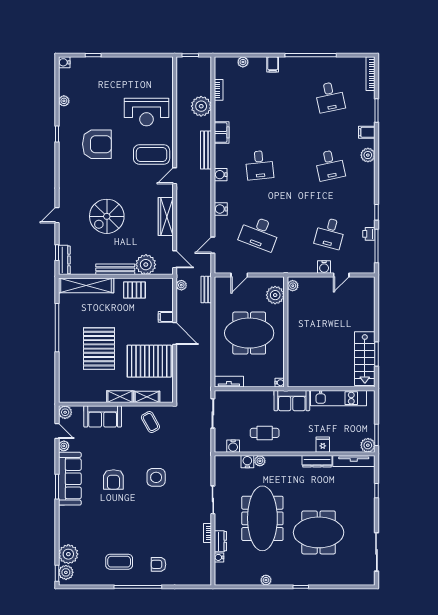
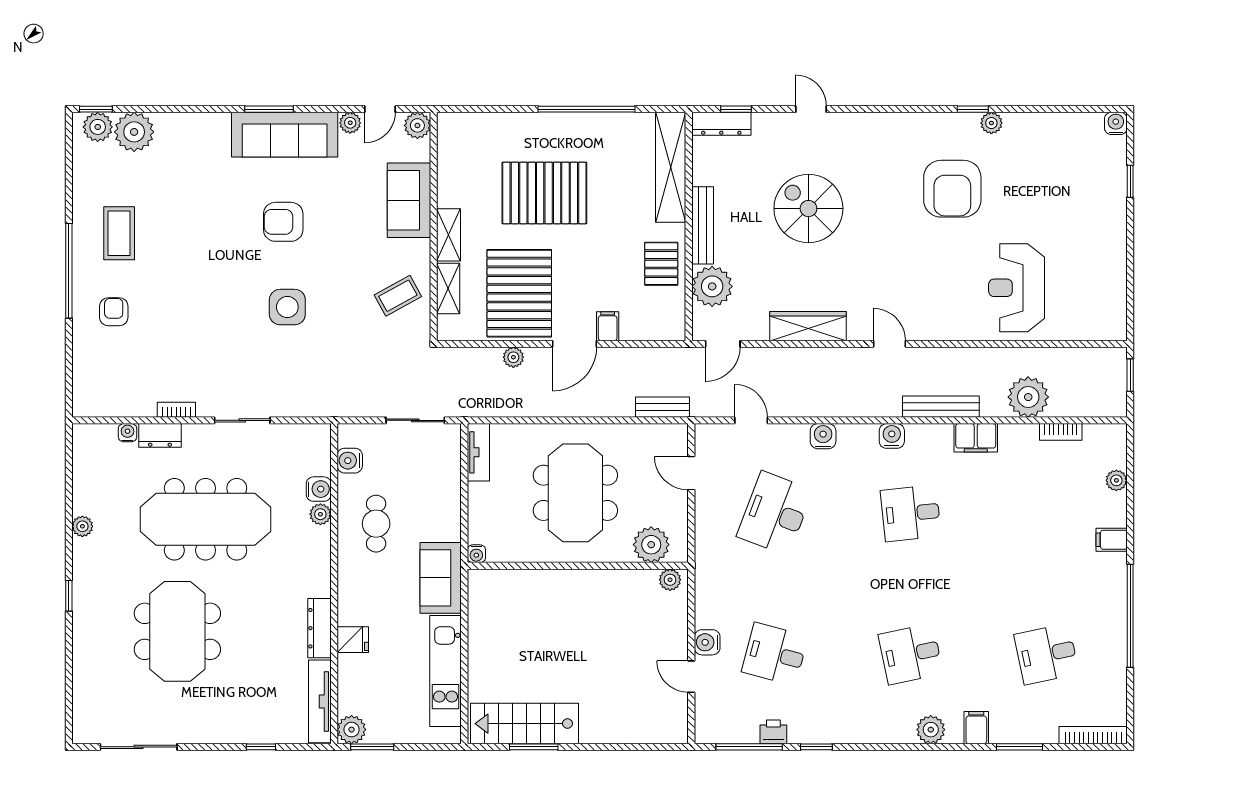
plant: (64, 101) -> (991, 123), moved
coffee table: (152, 154) -> (932, 298), removed
plant: (181, 285) -> (513, 357), moved

